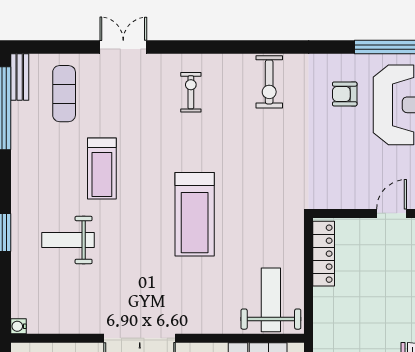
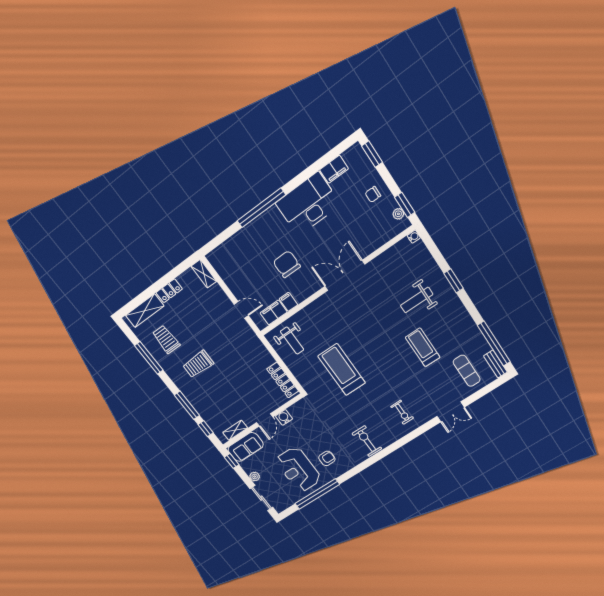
water cooler: (362, 198) -> (284, 417), added
treadmill: (195, 214) -> (342, 370), moved
weight bench: (68, 240) -> (417, 300), turned 180
weight bench: (271, 300) -> (292, 341), width x0.73, depth x0.75

